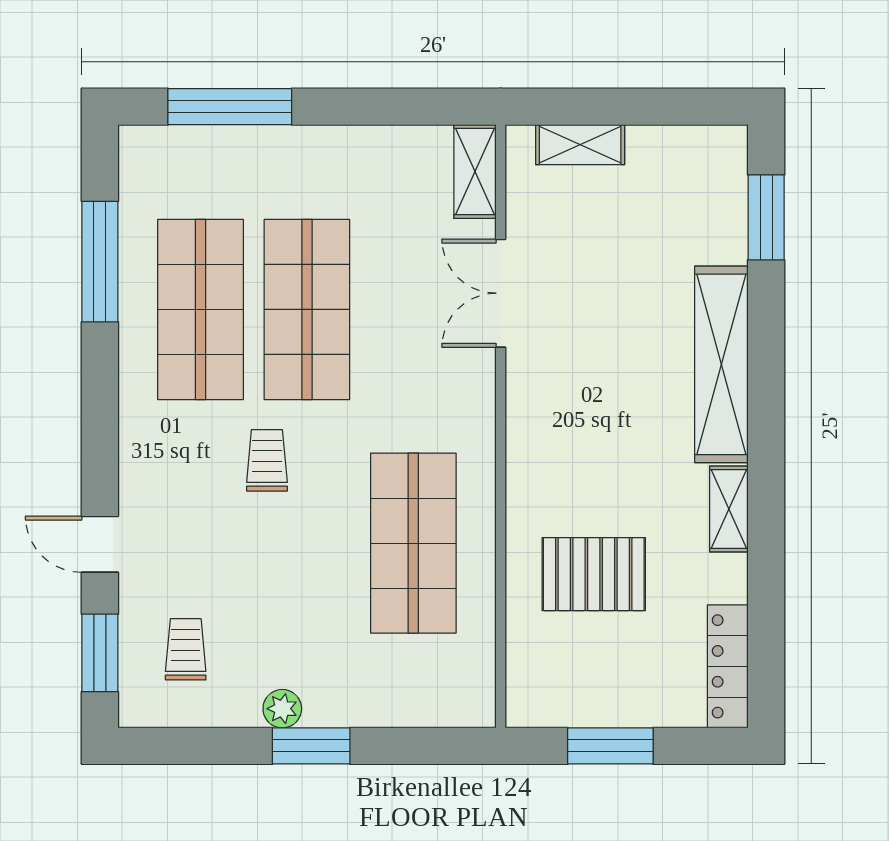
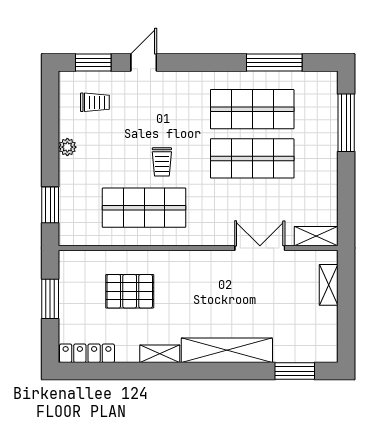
trolley: (267, 460) -> (162, 162), moved, turned 90
pallet: (594, 574) -> (130, 291), turned 90
window: (311, 746) -> (50, 205), moved

